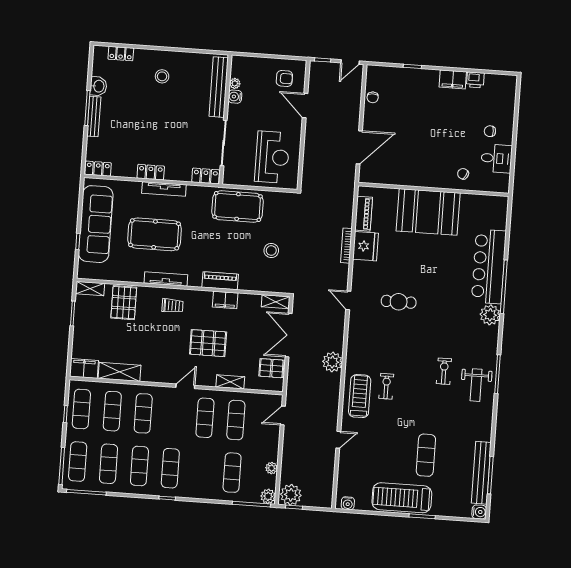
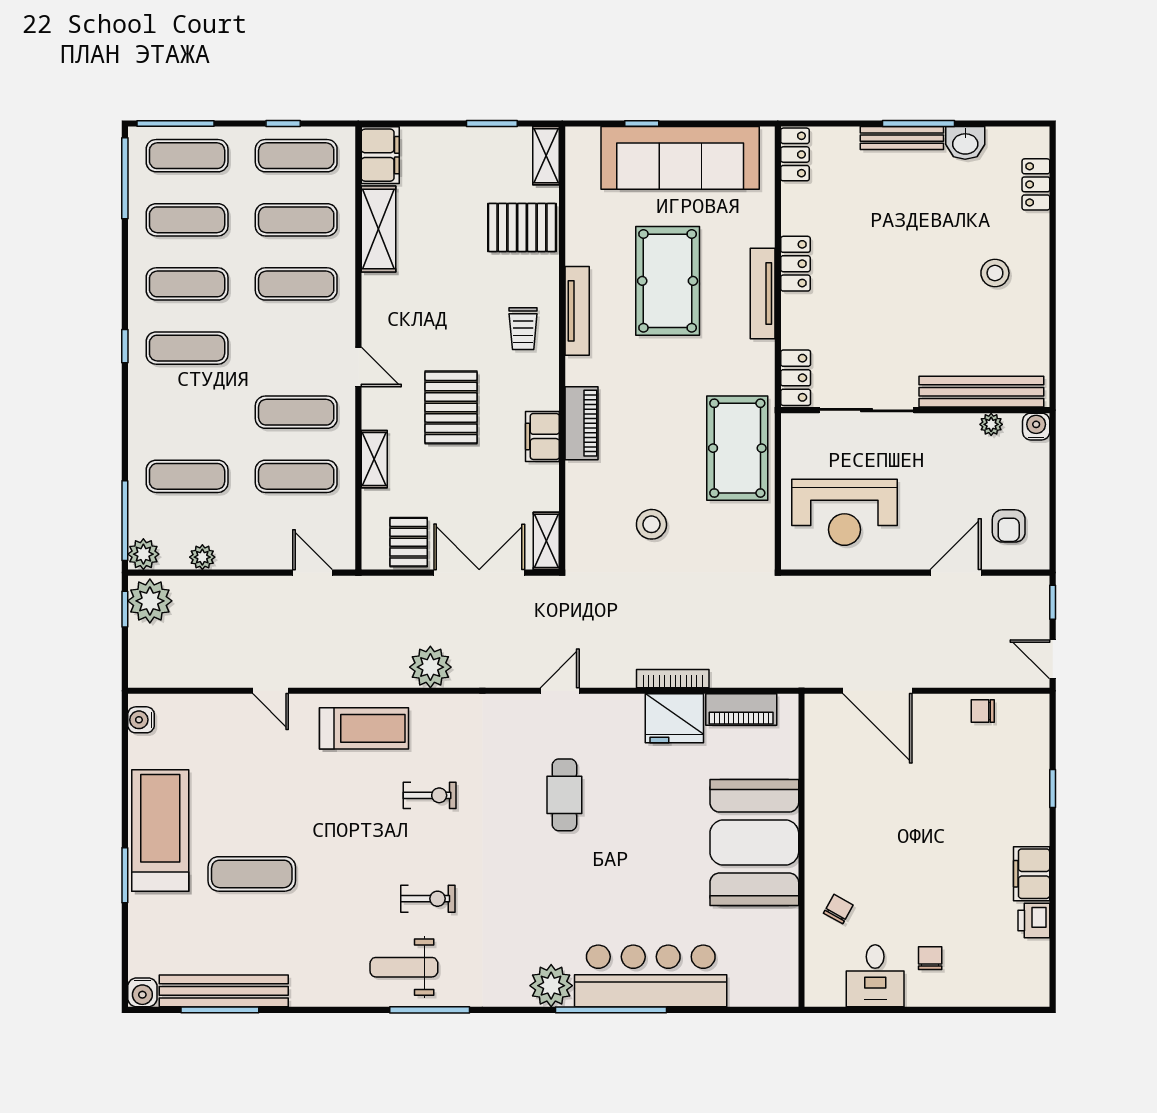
water cooler: (235, 97) -> (1036, 427), moved
exercise bike: (386, 386) -> (430, 795), moved

